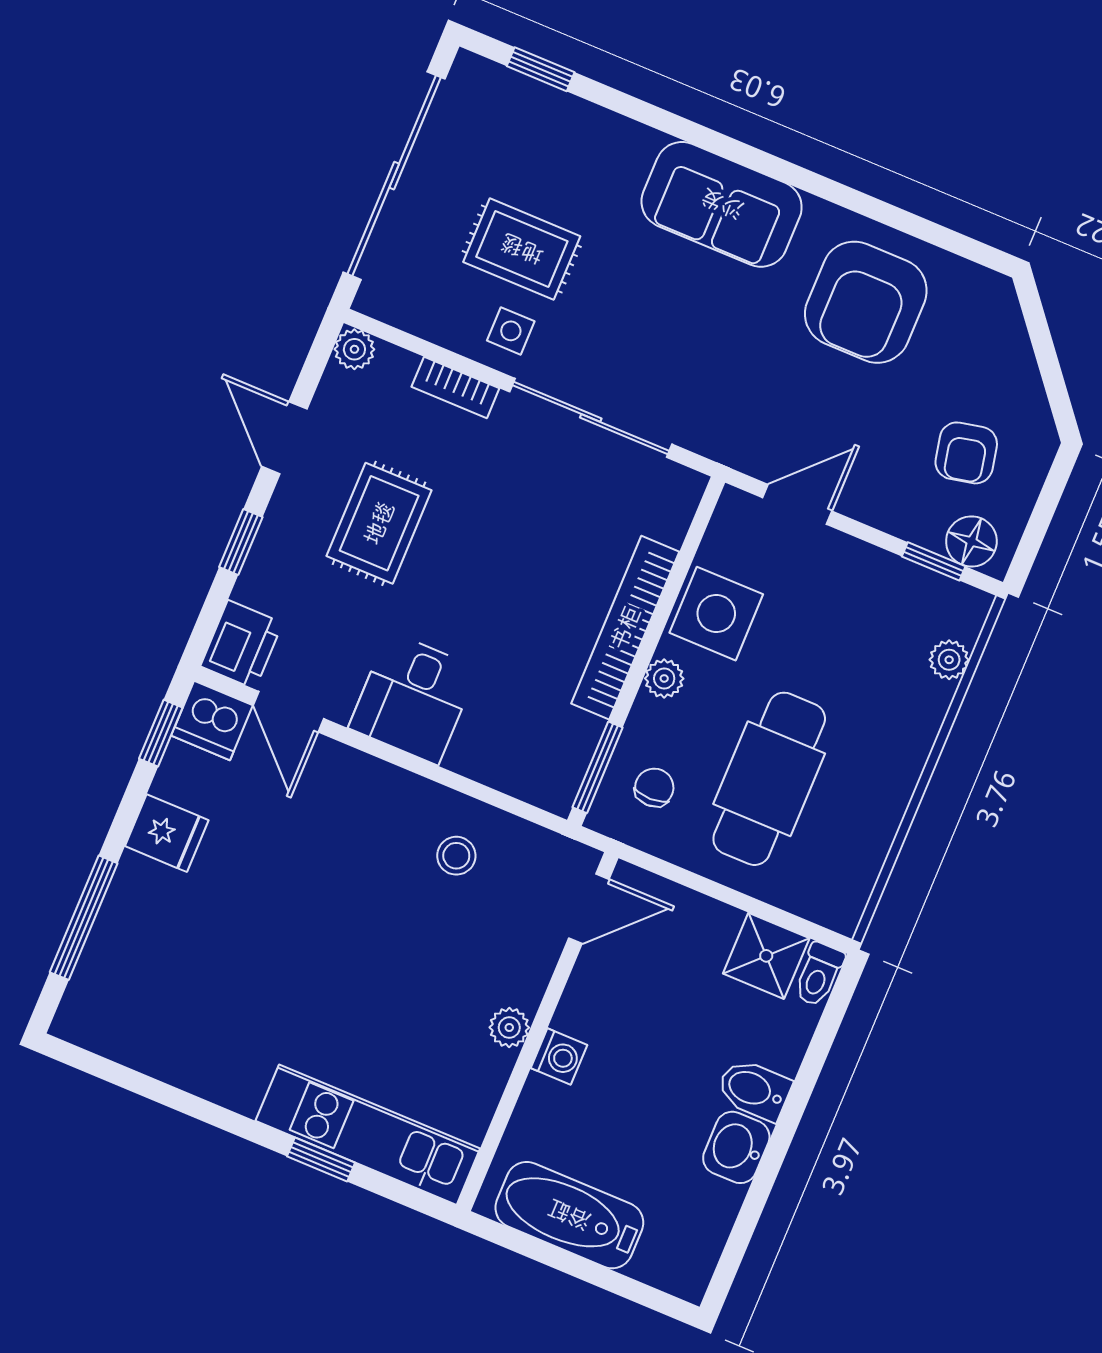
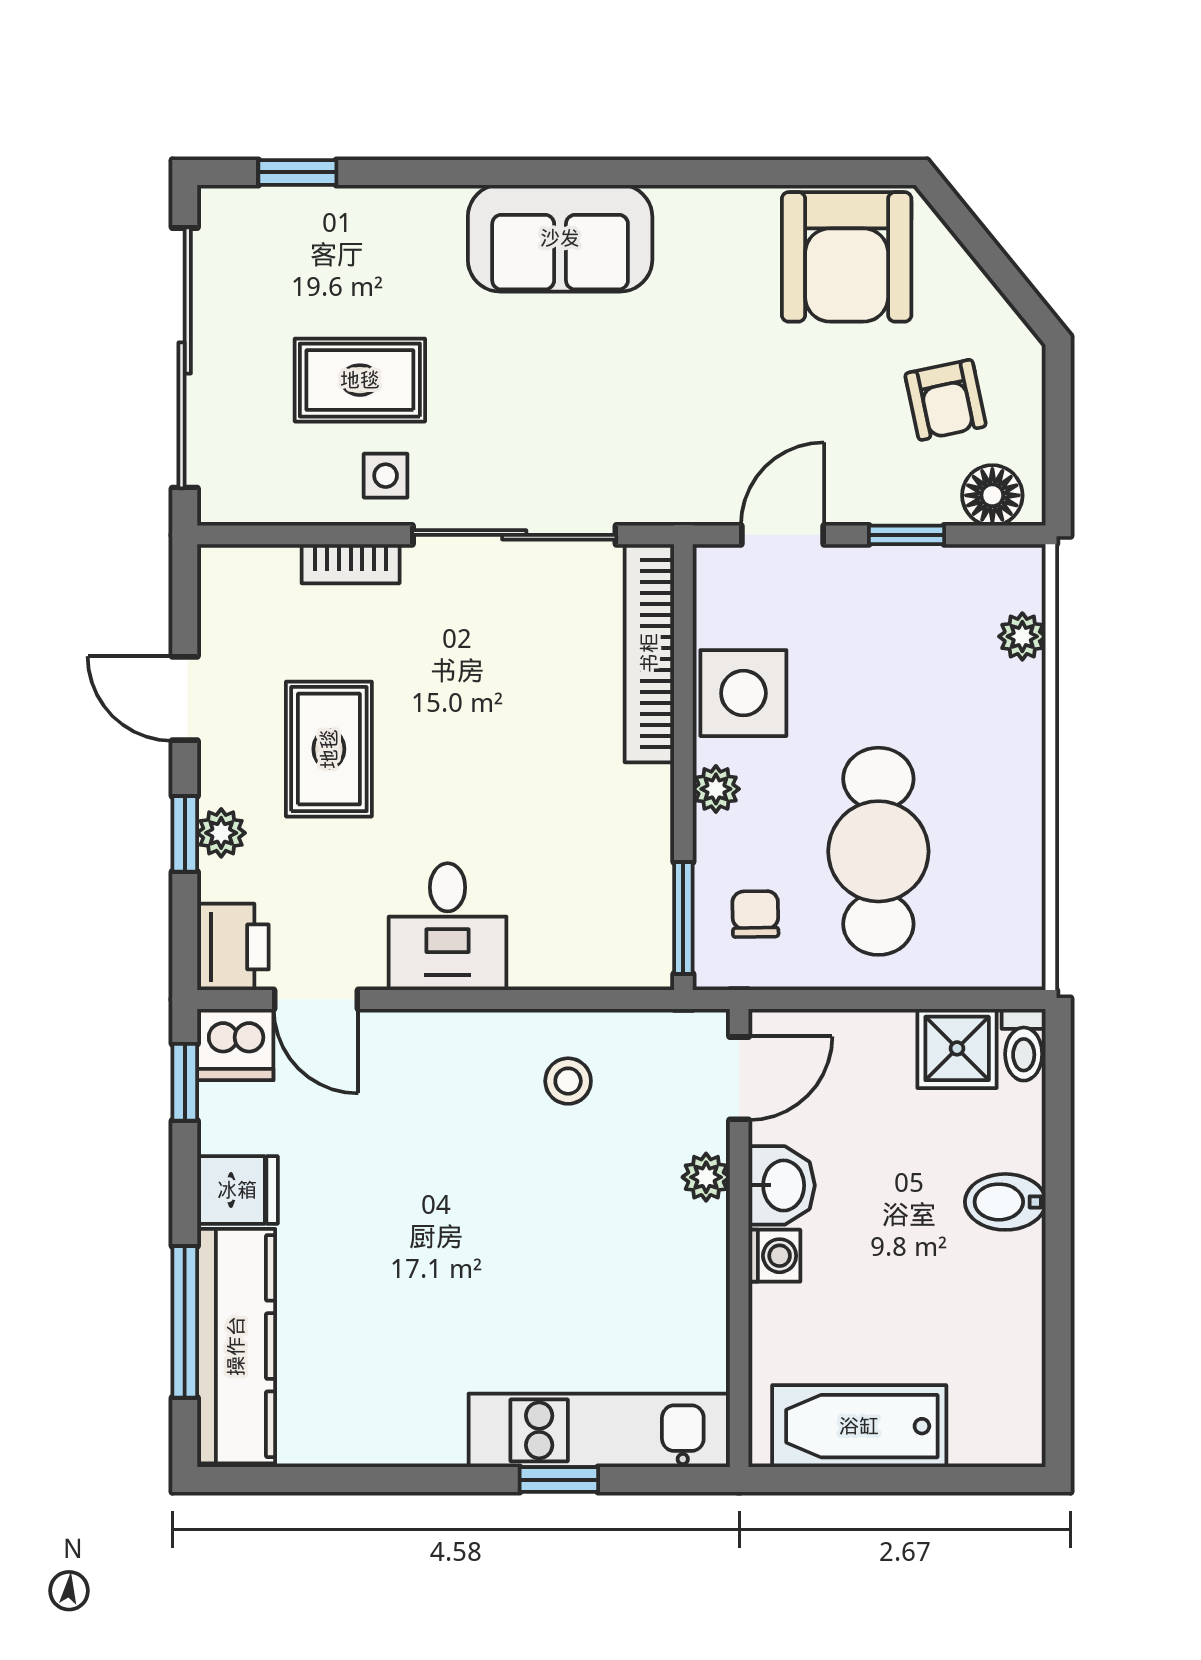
armchair: (866, 302) -> (847, 257), moved
plant: (354, 349) -> (221, 833), moved
window: (934, 561) -> (907, 535), moved
bookcase: (625, 628) -> (649, 653), moved
kitchen counter: (116, 953) -> (236, 1346), added
plant: (509, 1028) -> (706, 1177), moved
washbasin: (736, 1147) -> (782, 1185), moved, turned 180

